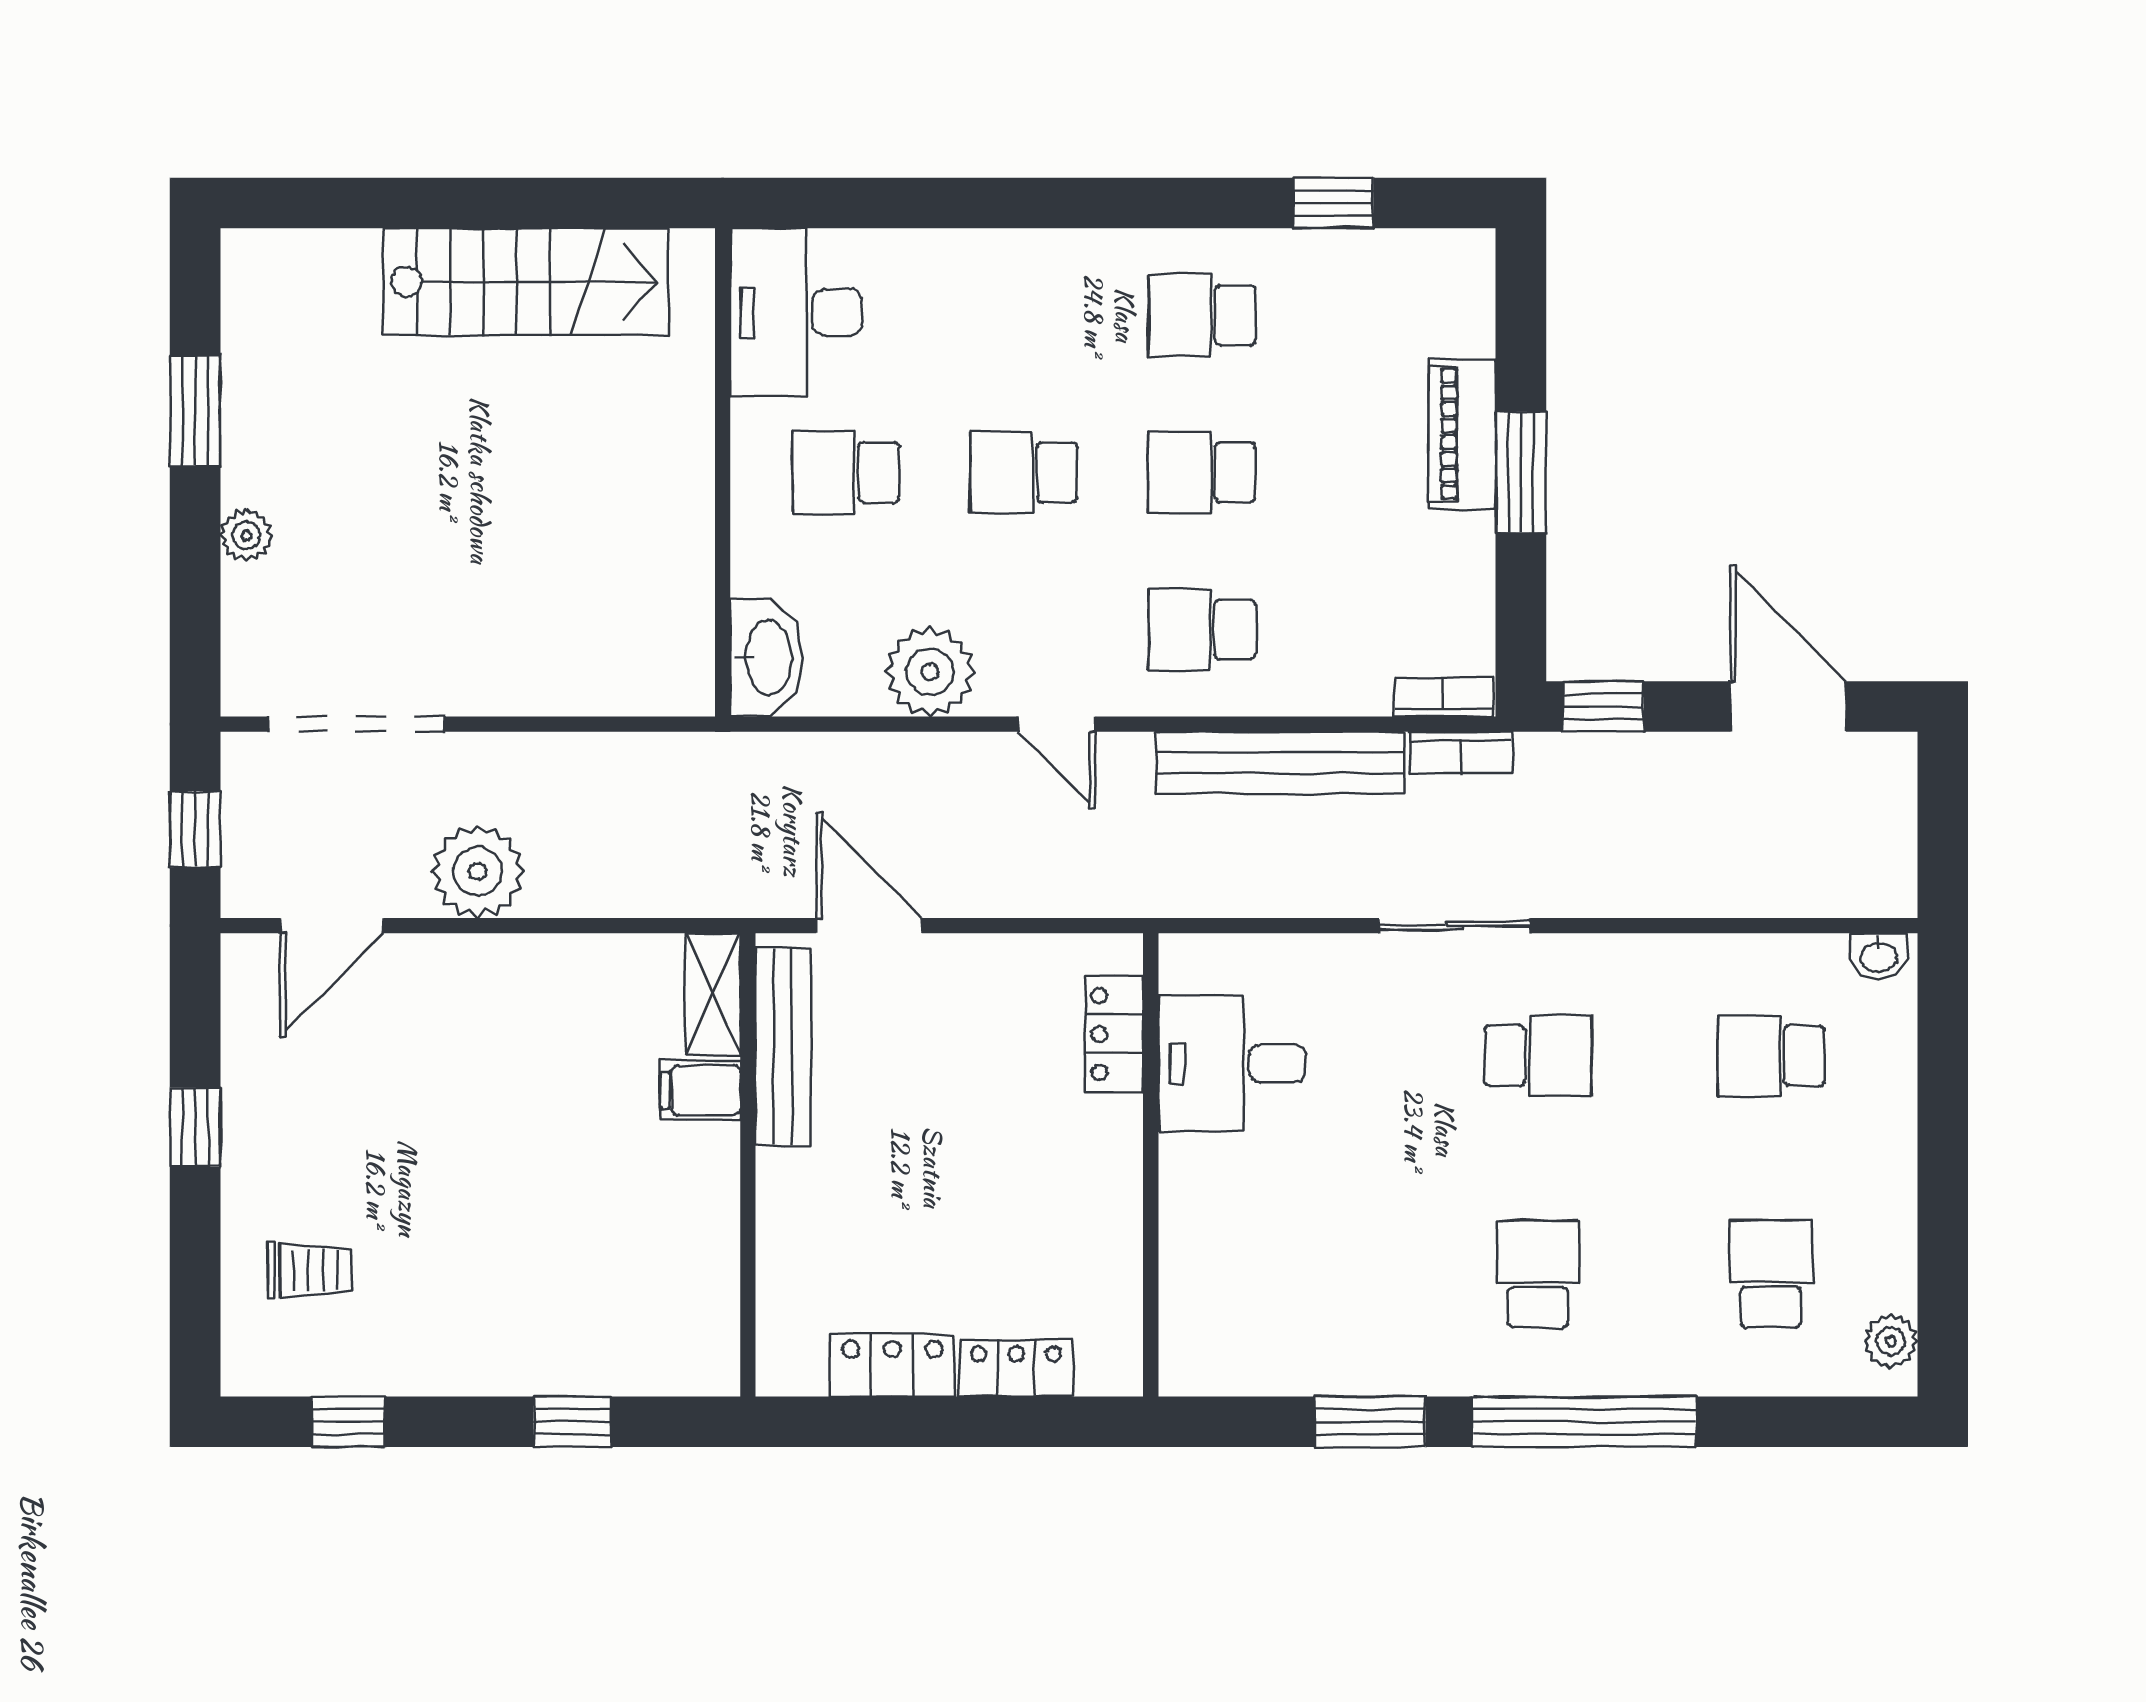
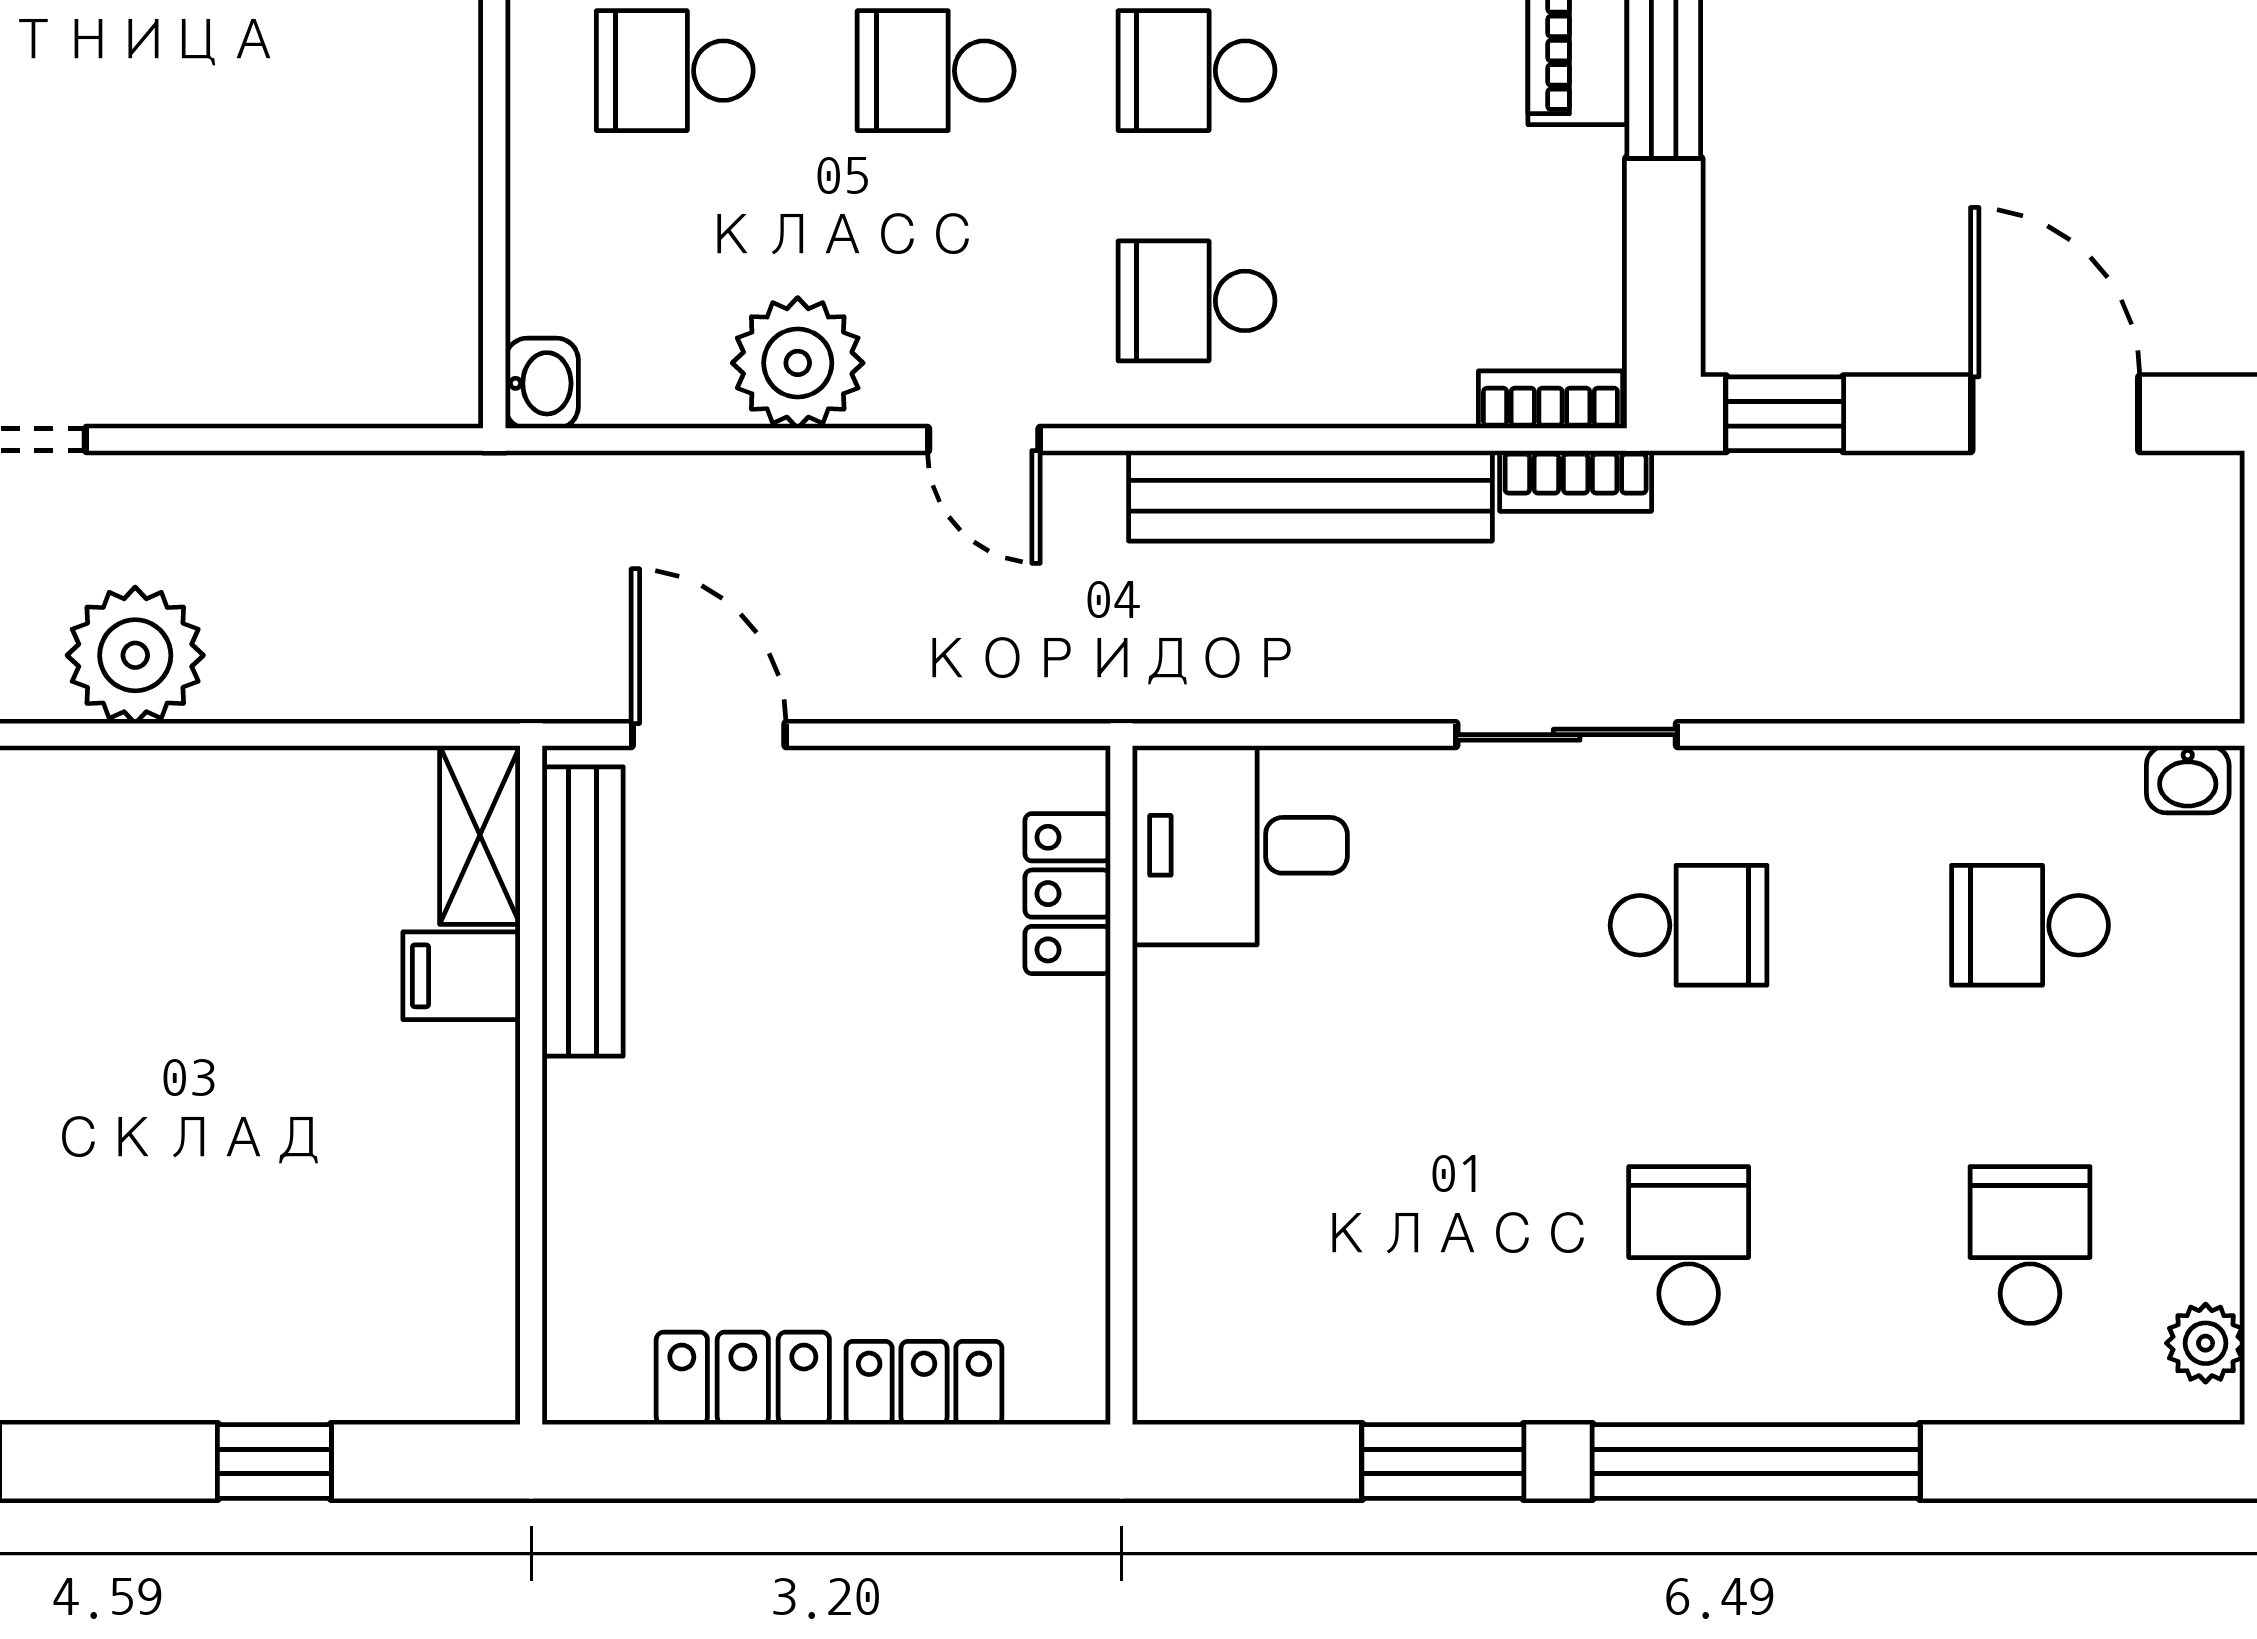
washbasin: (766, 658) -> (542, 383), width x0.52, depth x0.69
desk: (1232, 1063) -> (1240, 845), moved

